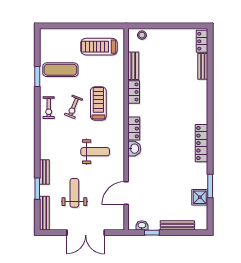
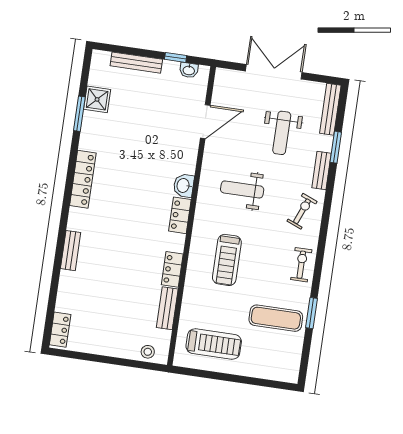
bench: (203, 66) -> (71, 251), moved
exercise bike: (73, 107) -> (302, 211), moved

